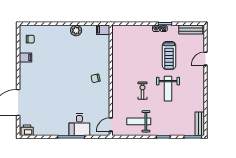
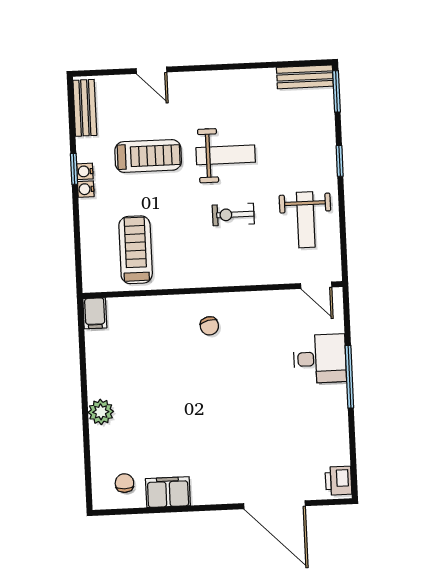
plant: (76, 30) -> (101, 412), moved
treadmill: (129, 48) -> (136, 250), added
filing cabinet: (26, 57) -> (168, 492), width x2.00

